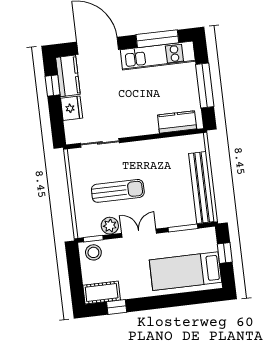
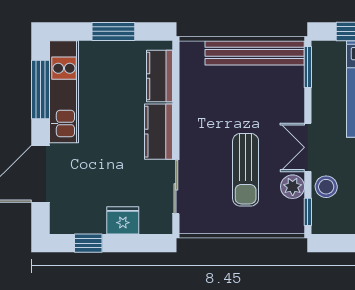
kitchen counter: (68, 76) -> (159, 132), moved, turned -90
window: (205, 85) -> (113, 31), width x0.69
sun lounger: (118, 191) -> (246, 170), turned 180
window: (183, 228) -> (308, 67), moved
stool: (93, 252) -> (326, 187), moved

